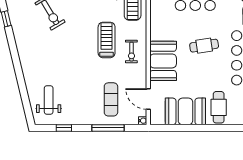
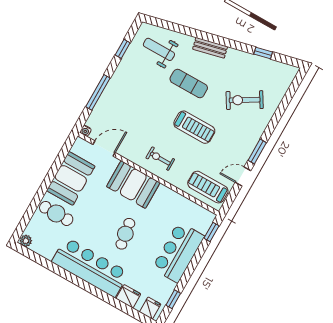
treadmill: (107, 40) -> (194, 127), moved
bench: (25, 62) -> (210, 48), added
exercise mat: (111, 99) -> (189, 83), moved
weight bench: (49, 100) -> (159, 49), turned 180

